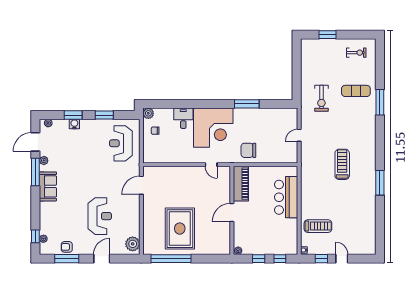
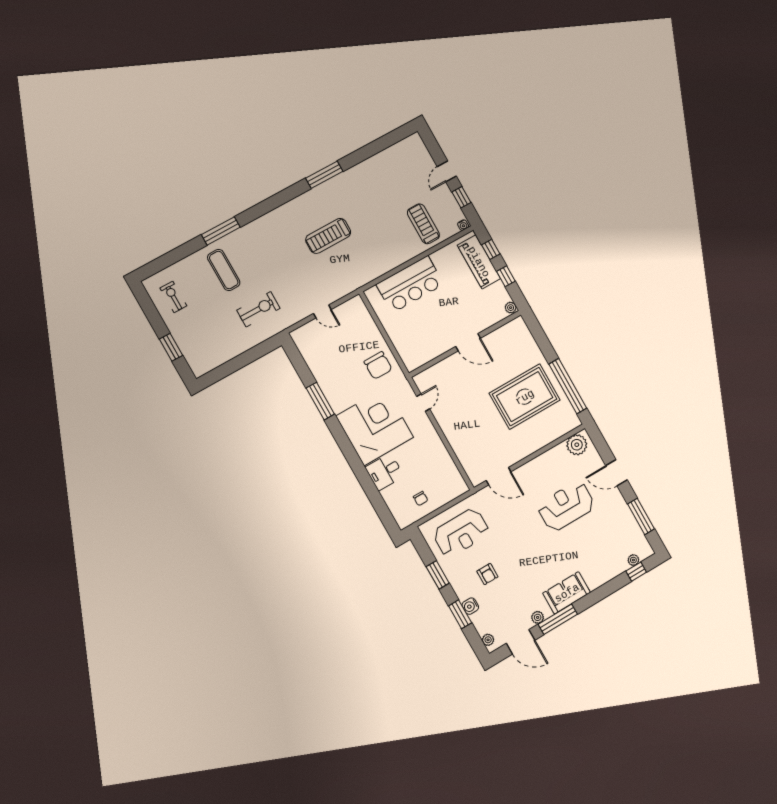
plant: (148, 113) -> (404, 520), removed
piano: (241, 184) -> (479, 262), moved, turned -90
armchair: (67, 247) -> (487, 574), moved

